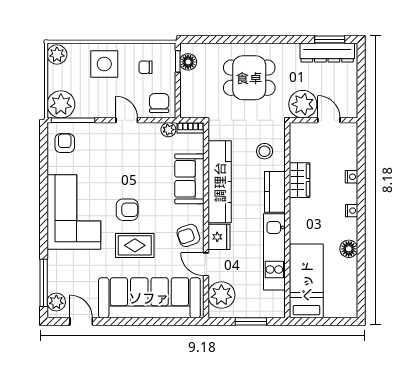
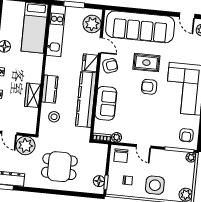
plant: (61, 104) -> (191, 157), width x0.53, depth x0.53
kitchen unit: (274, 252) -> (56, 31), moved

